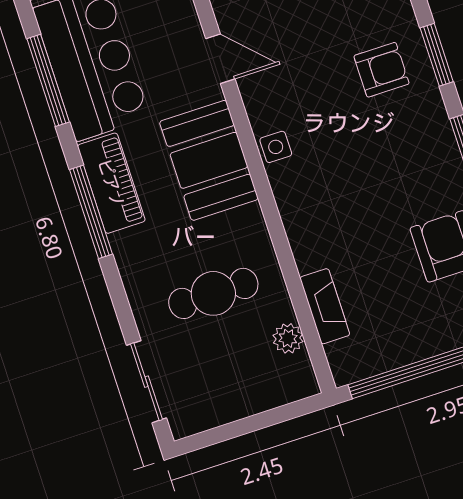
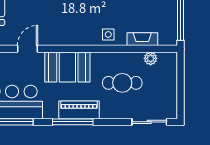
side table: (276, 147) -> (108, 34), moved
piano: (111, 183) -> (79, 110), moved
cafe table: (213, 293) -> (122, 83), turned 90

